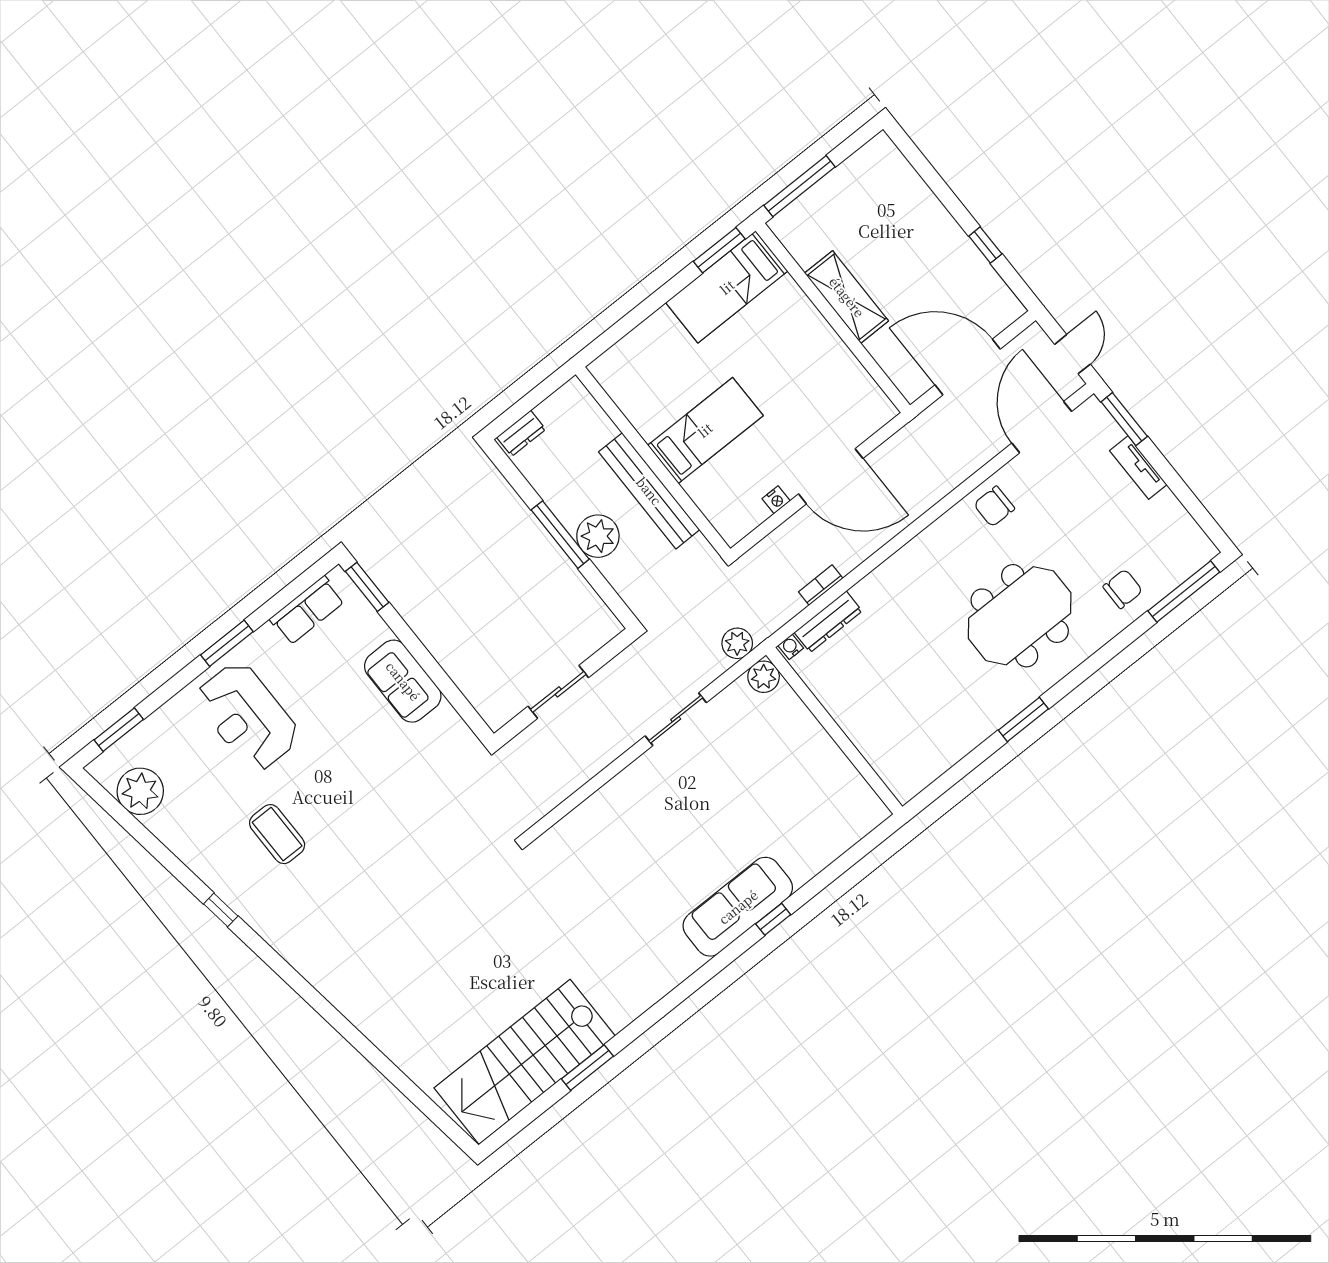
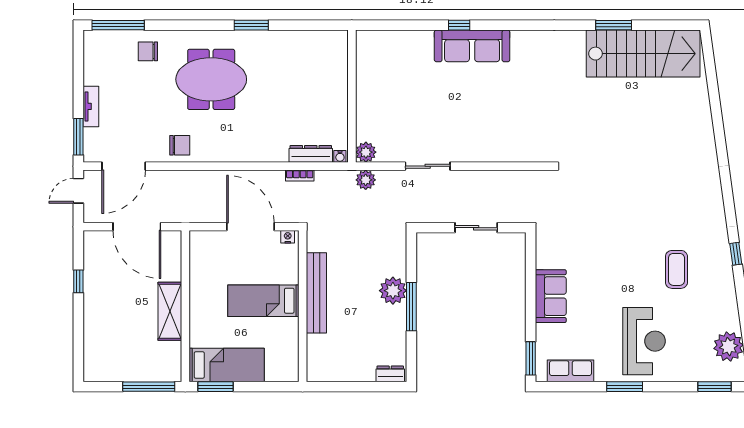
bed: (705, 430) -> (263, 301), moved
wall: (653, 462) -> (303, 306), moved
bench: (649, 491) -> (316, 293), moved

